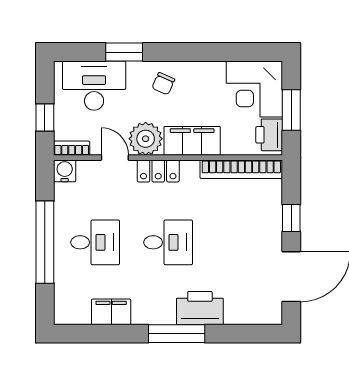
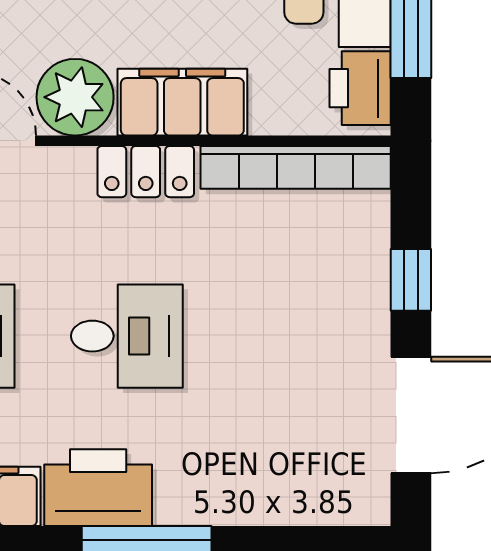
locker: (158, 171) -> (146, 172), moved
printer: (200, 308) -> (98, 488), moved

